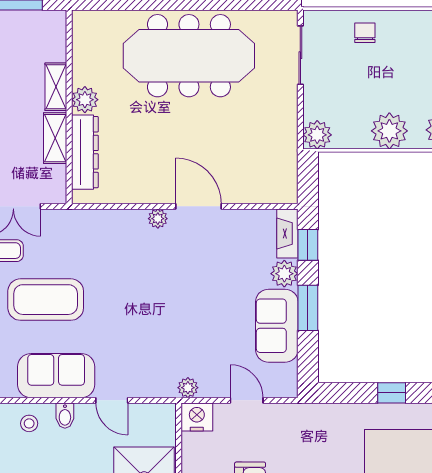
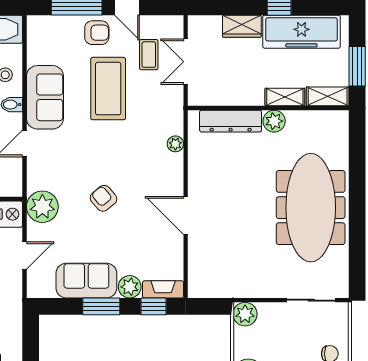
shelving: (55, 138) -> (328, 96), moved
door: (198, 206) -> (186, 215), swing flipped
plant: (158, 219) -> (175, 144), moved
armchair: (178, 305) -> (103, 198), added
plant: (188, 388) -> (42, 207), width x1.88, depth x1.88

